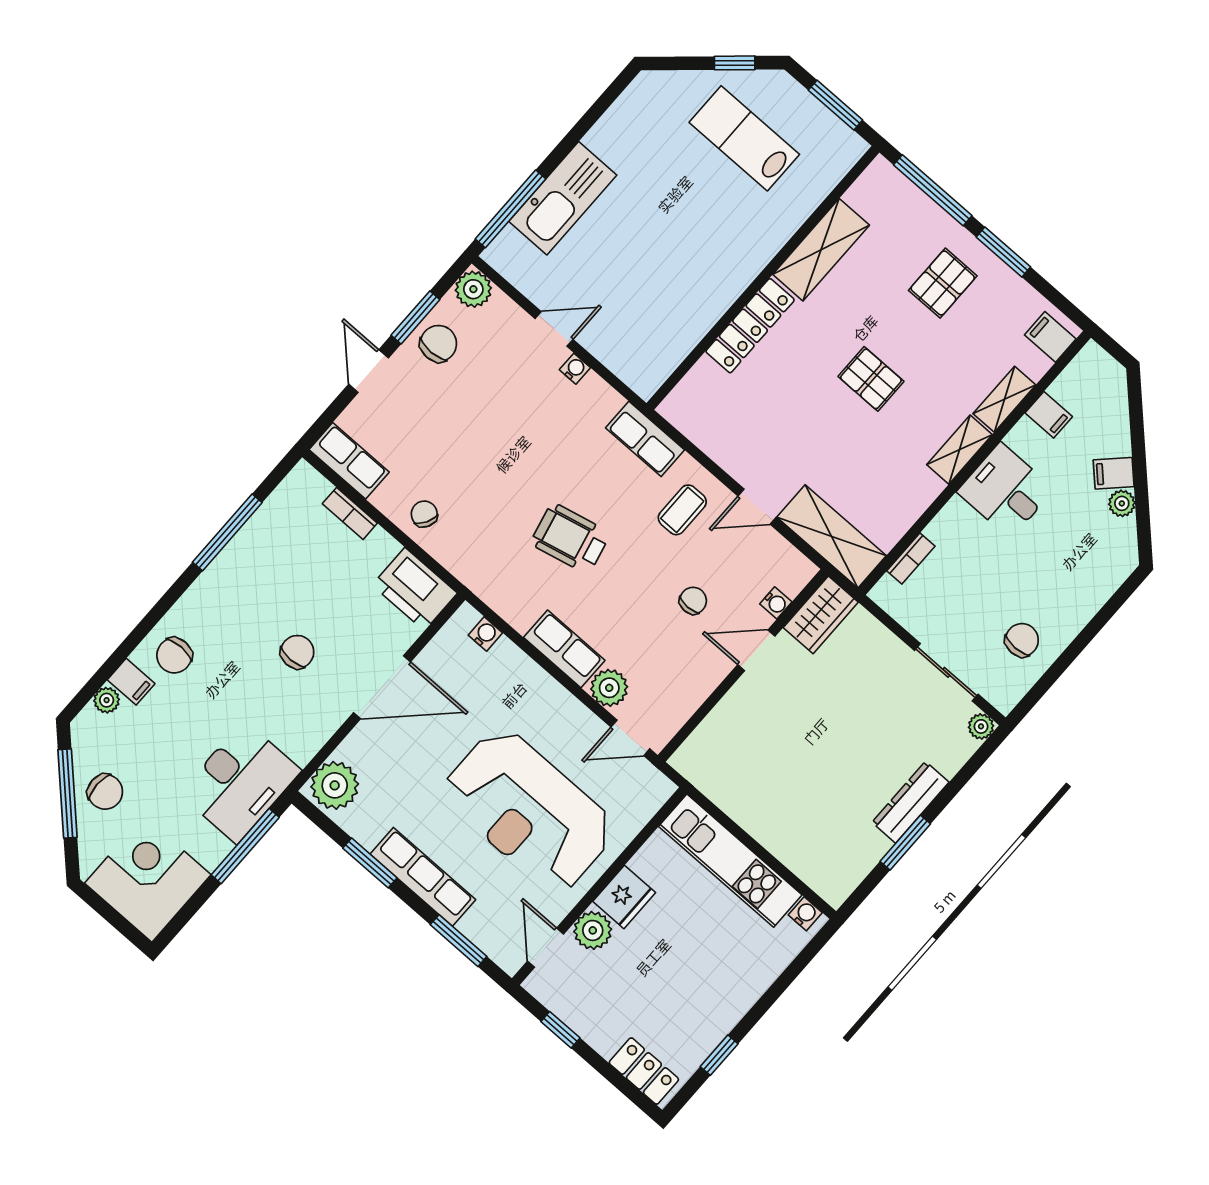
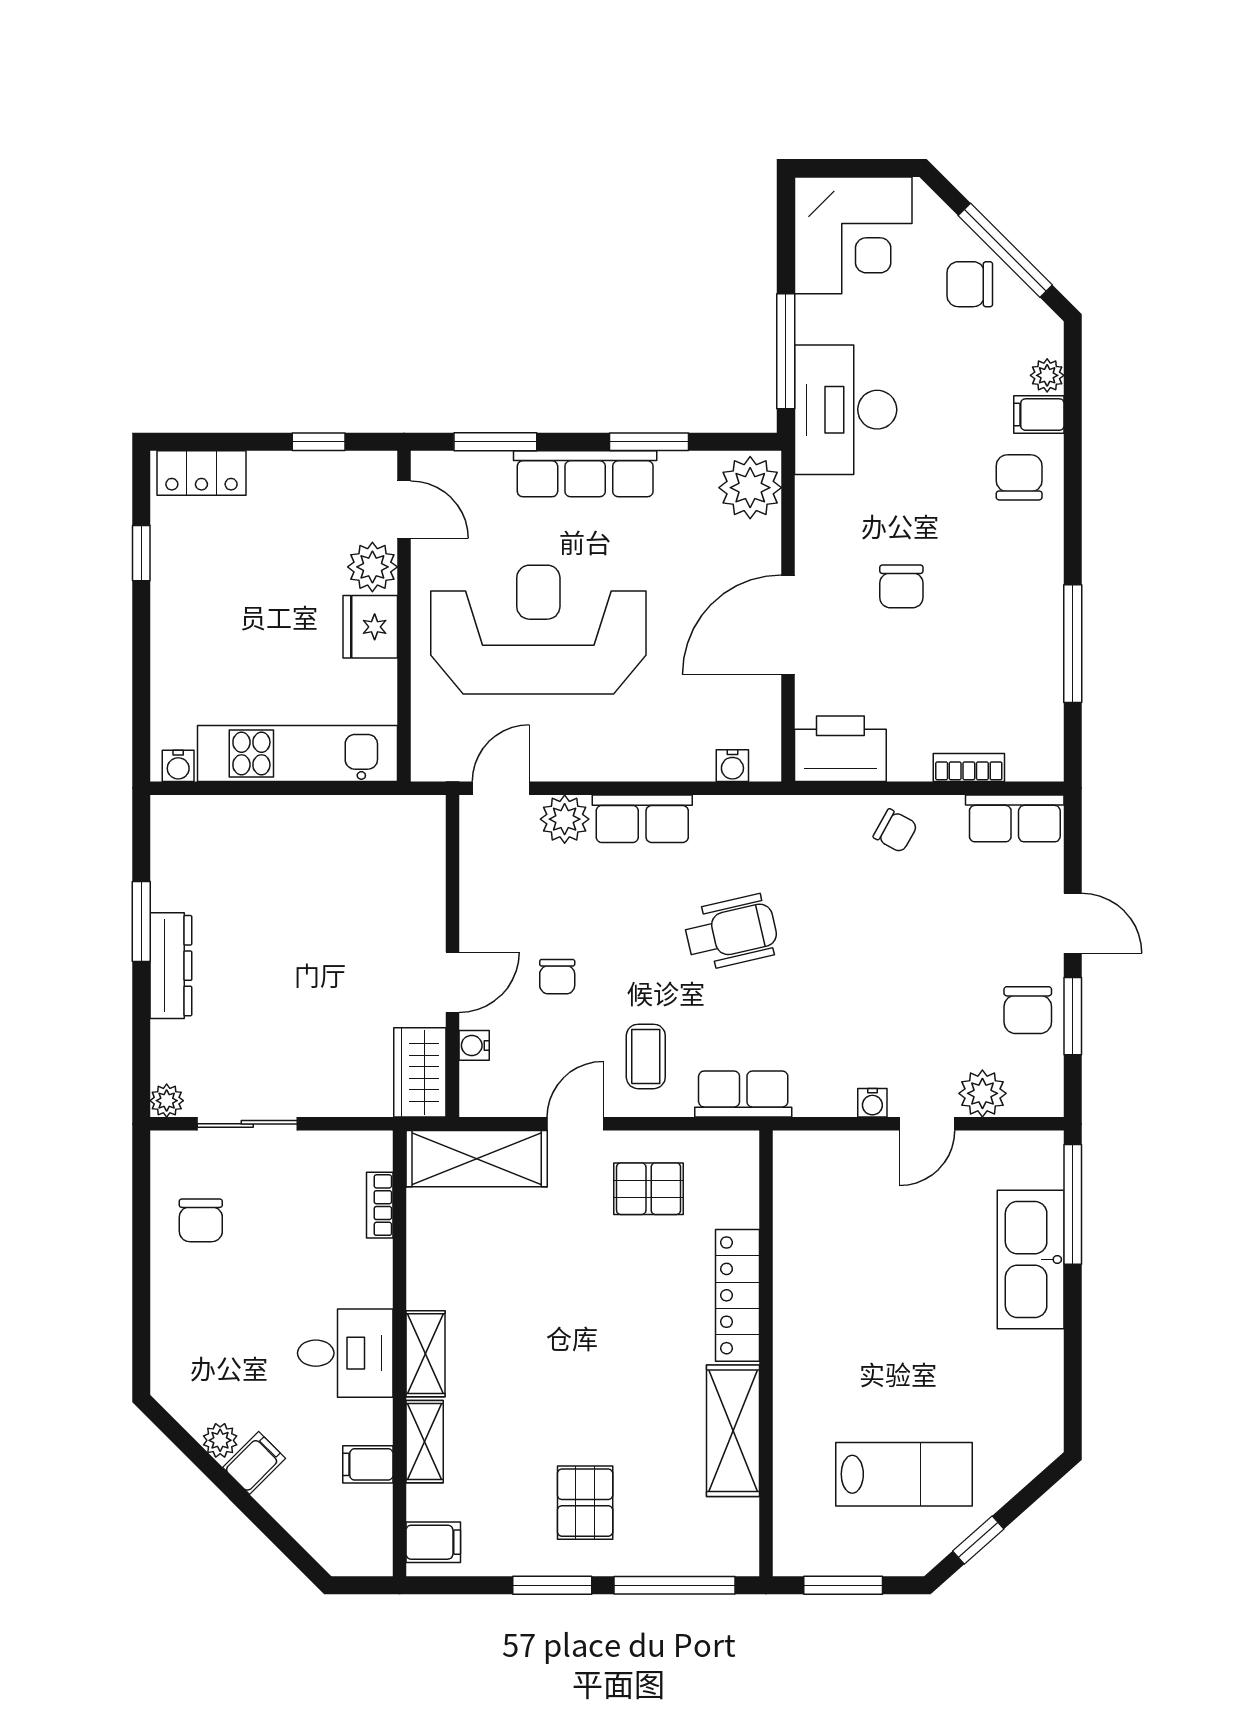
plant: (473, 289) -> (982, 1093), moved
pallet: (871, 379) -> (649, 1189), moved

